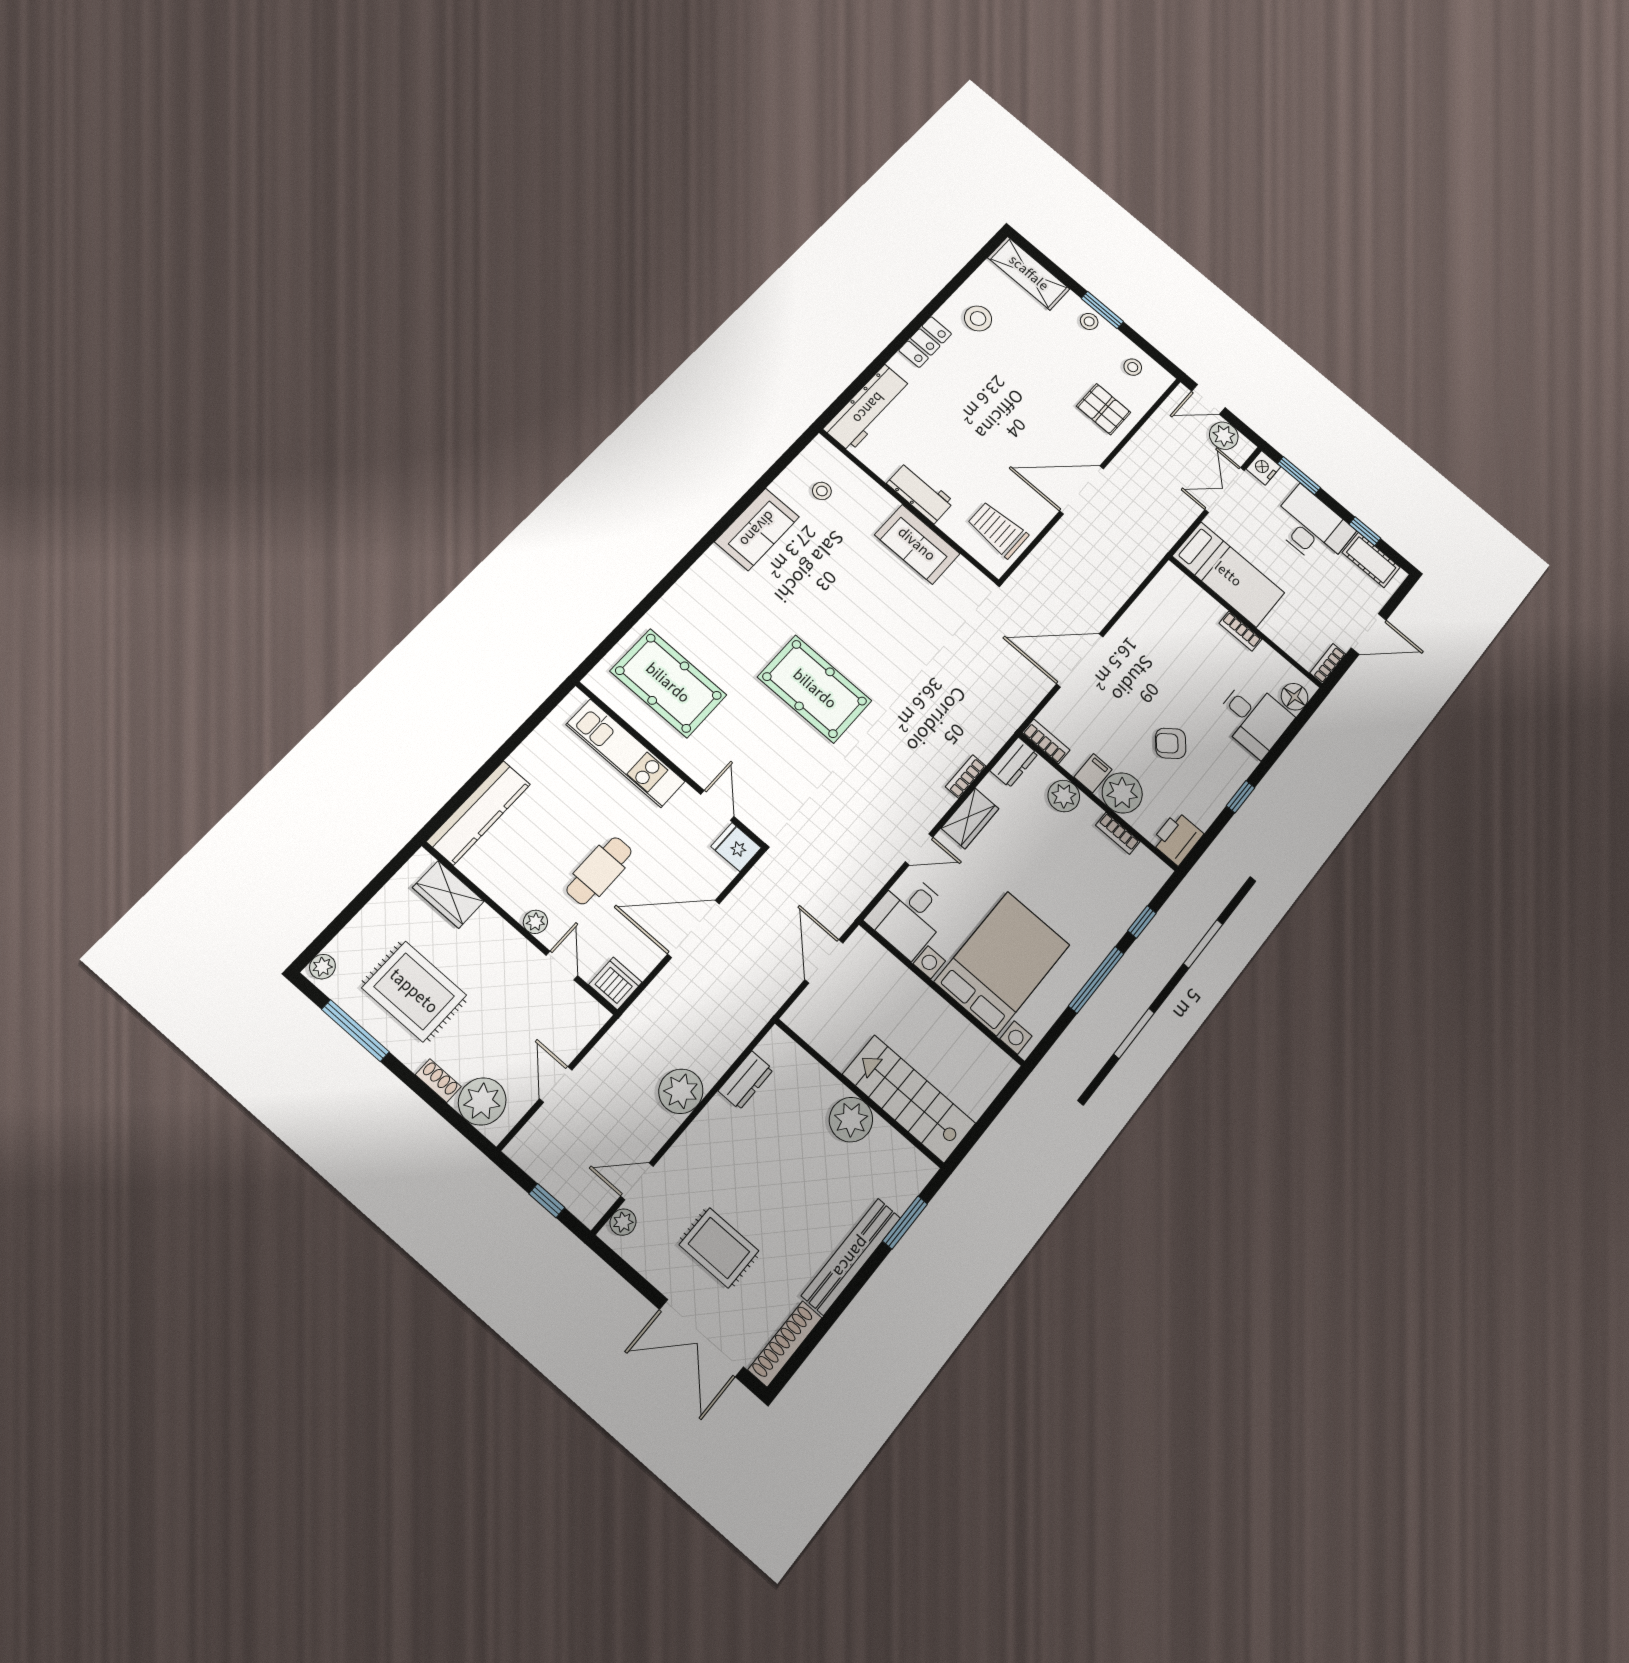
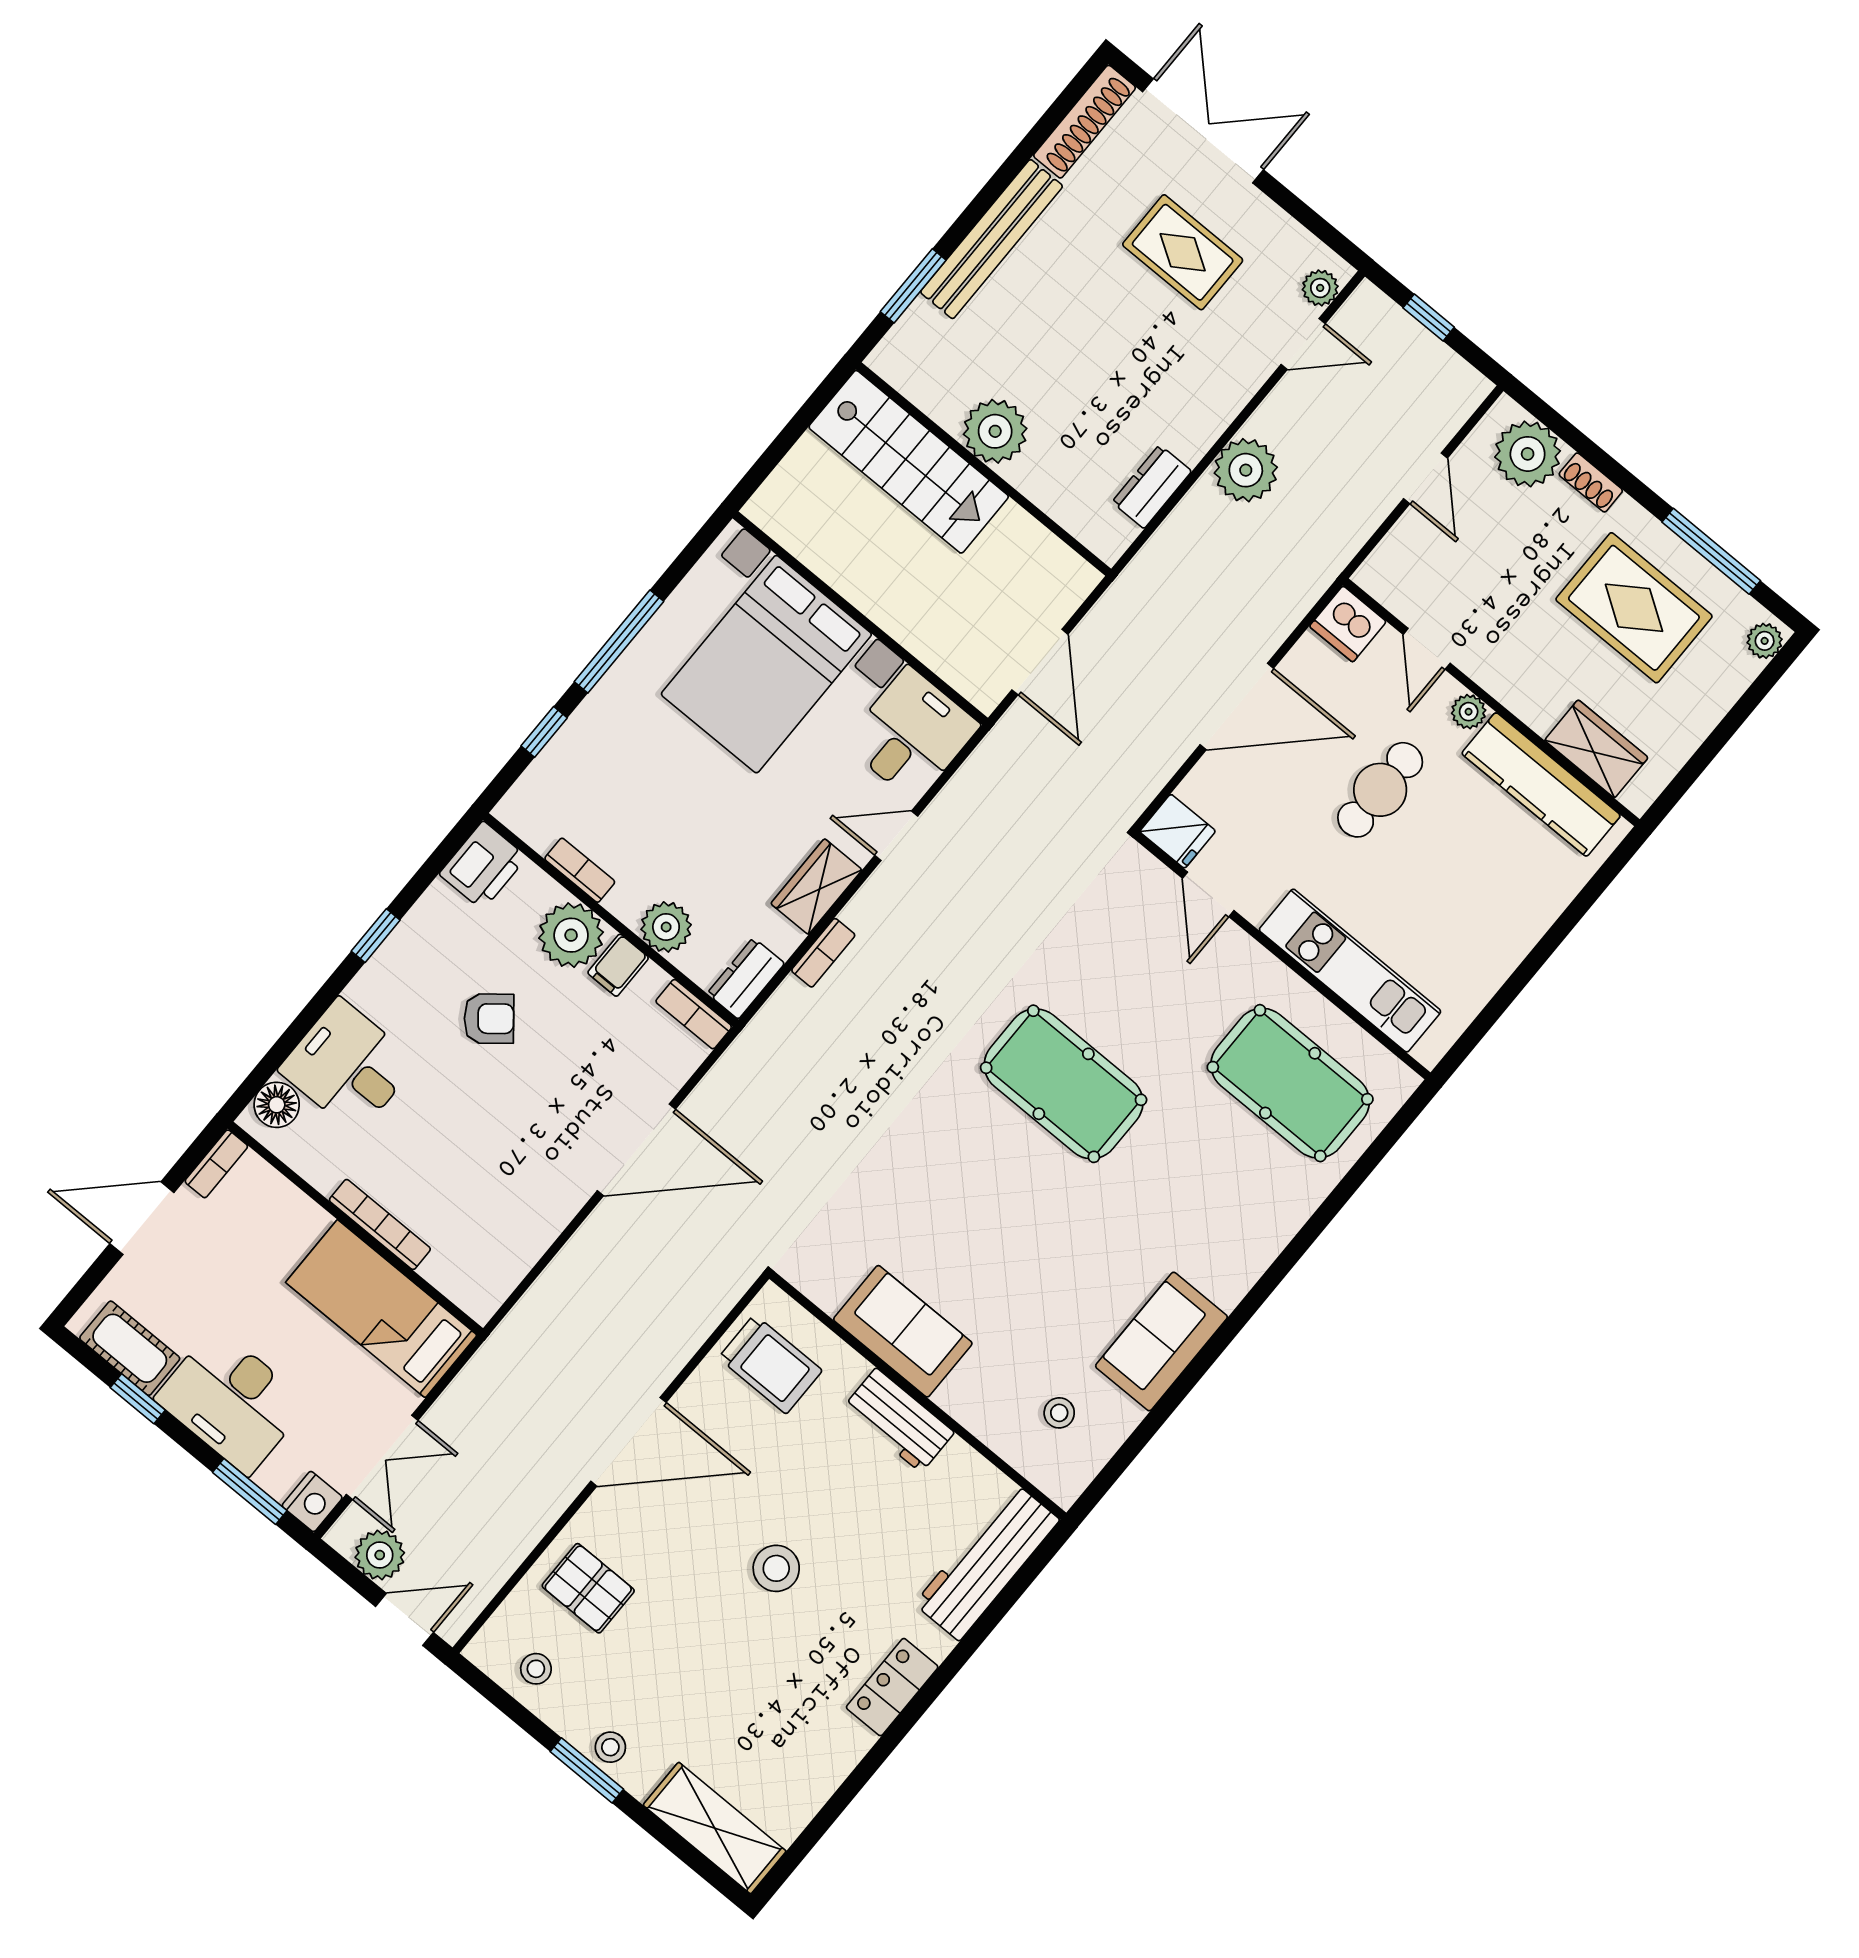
stool: (978, 318) -> (776, 1568), moved
bookcase: (1240, 631) -> (380, 1224), width x1.56
kitchen counter: (479, 813) -> (1541, 784), moved, turned -90

